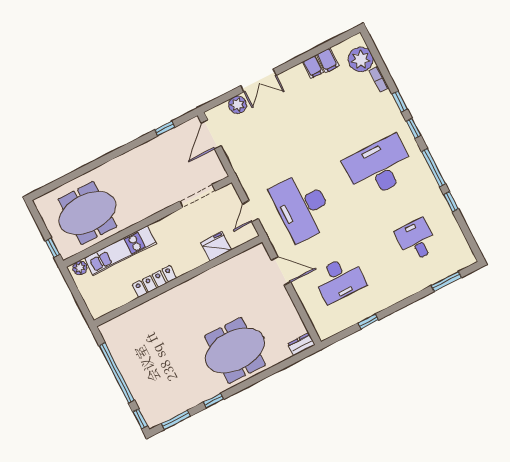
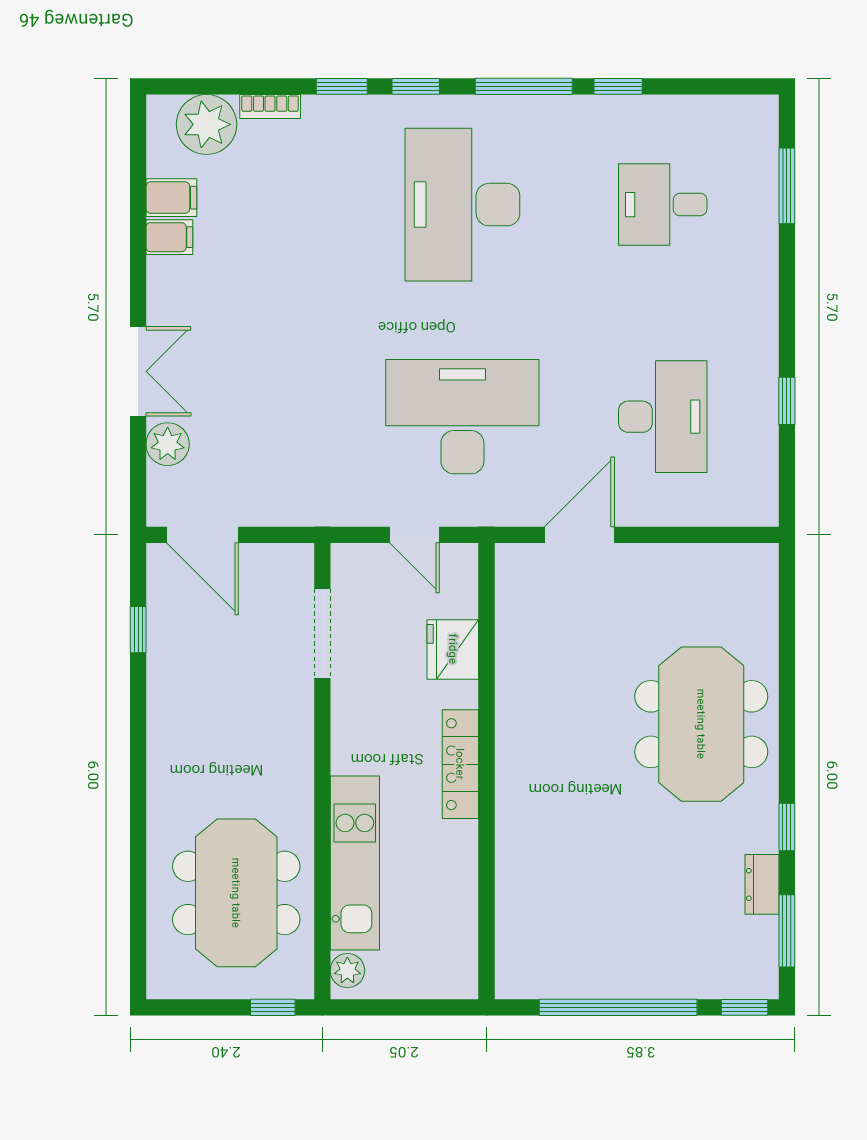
desk: (302, 207) -> (462, 417), turned 180
locker: (154, 281) -> (460, 764), moved
dresser: (301, 344) -> (762, 884), moved

